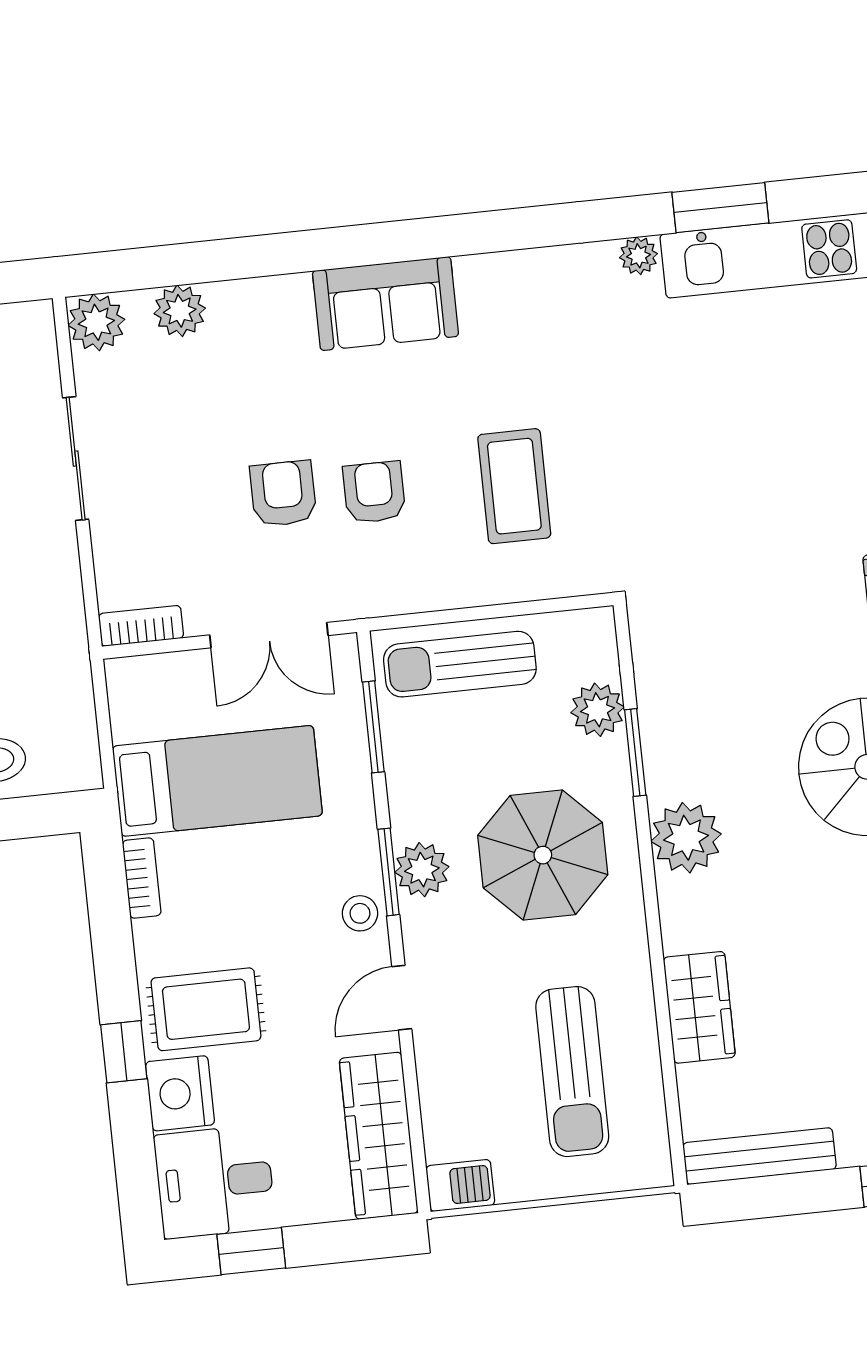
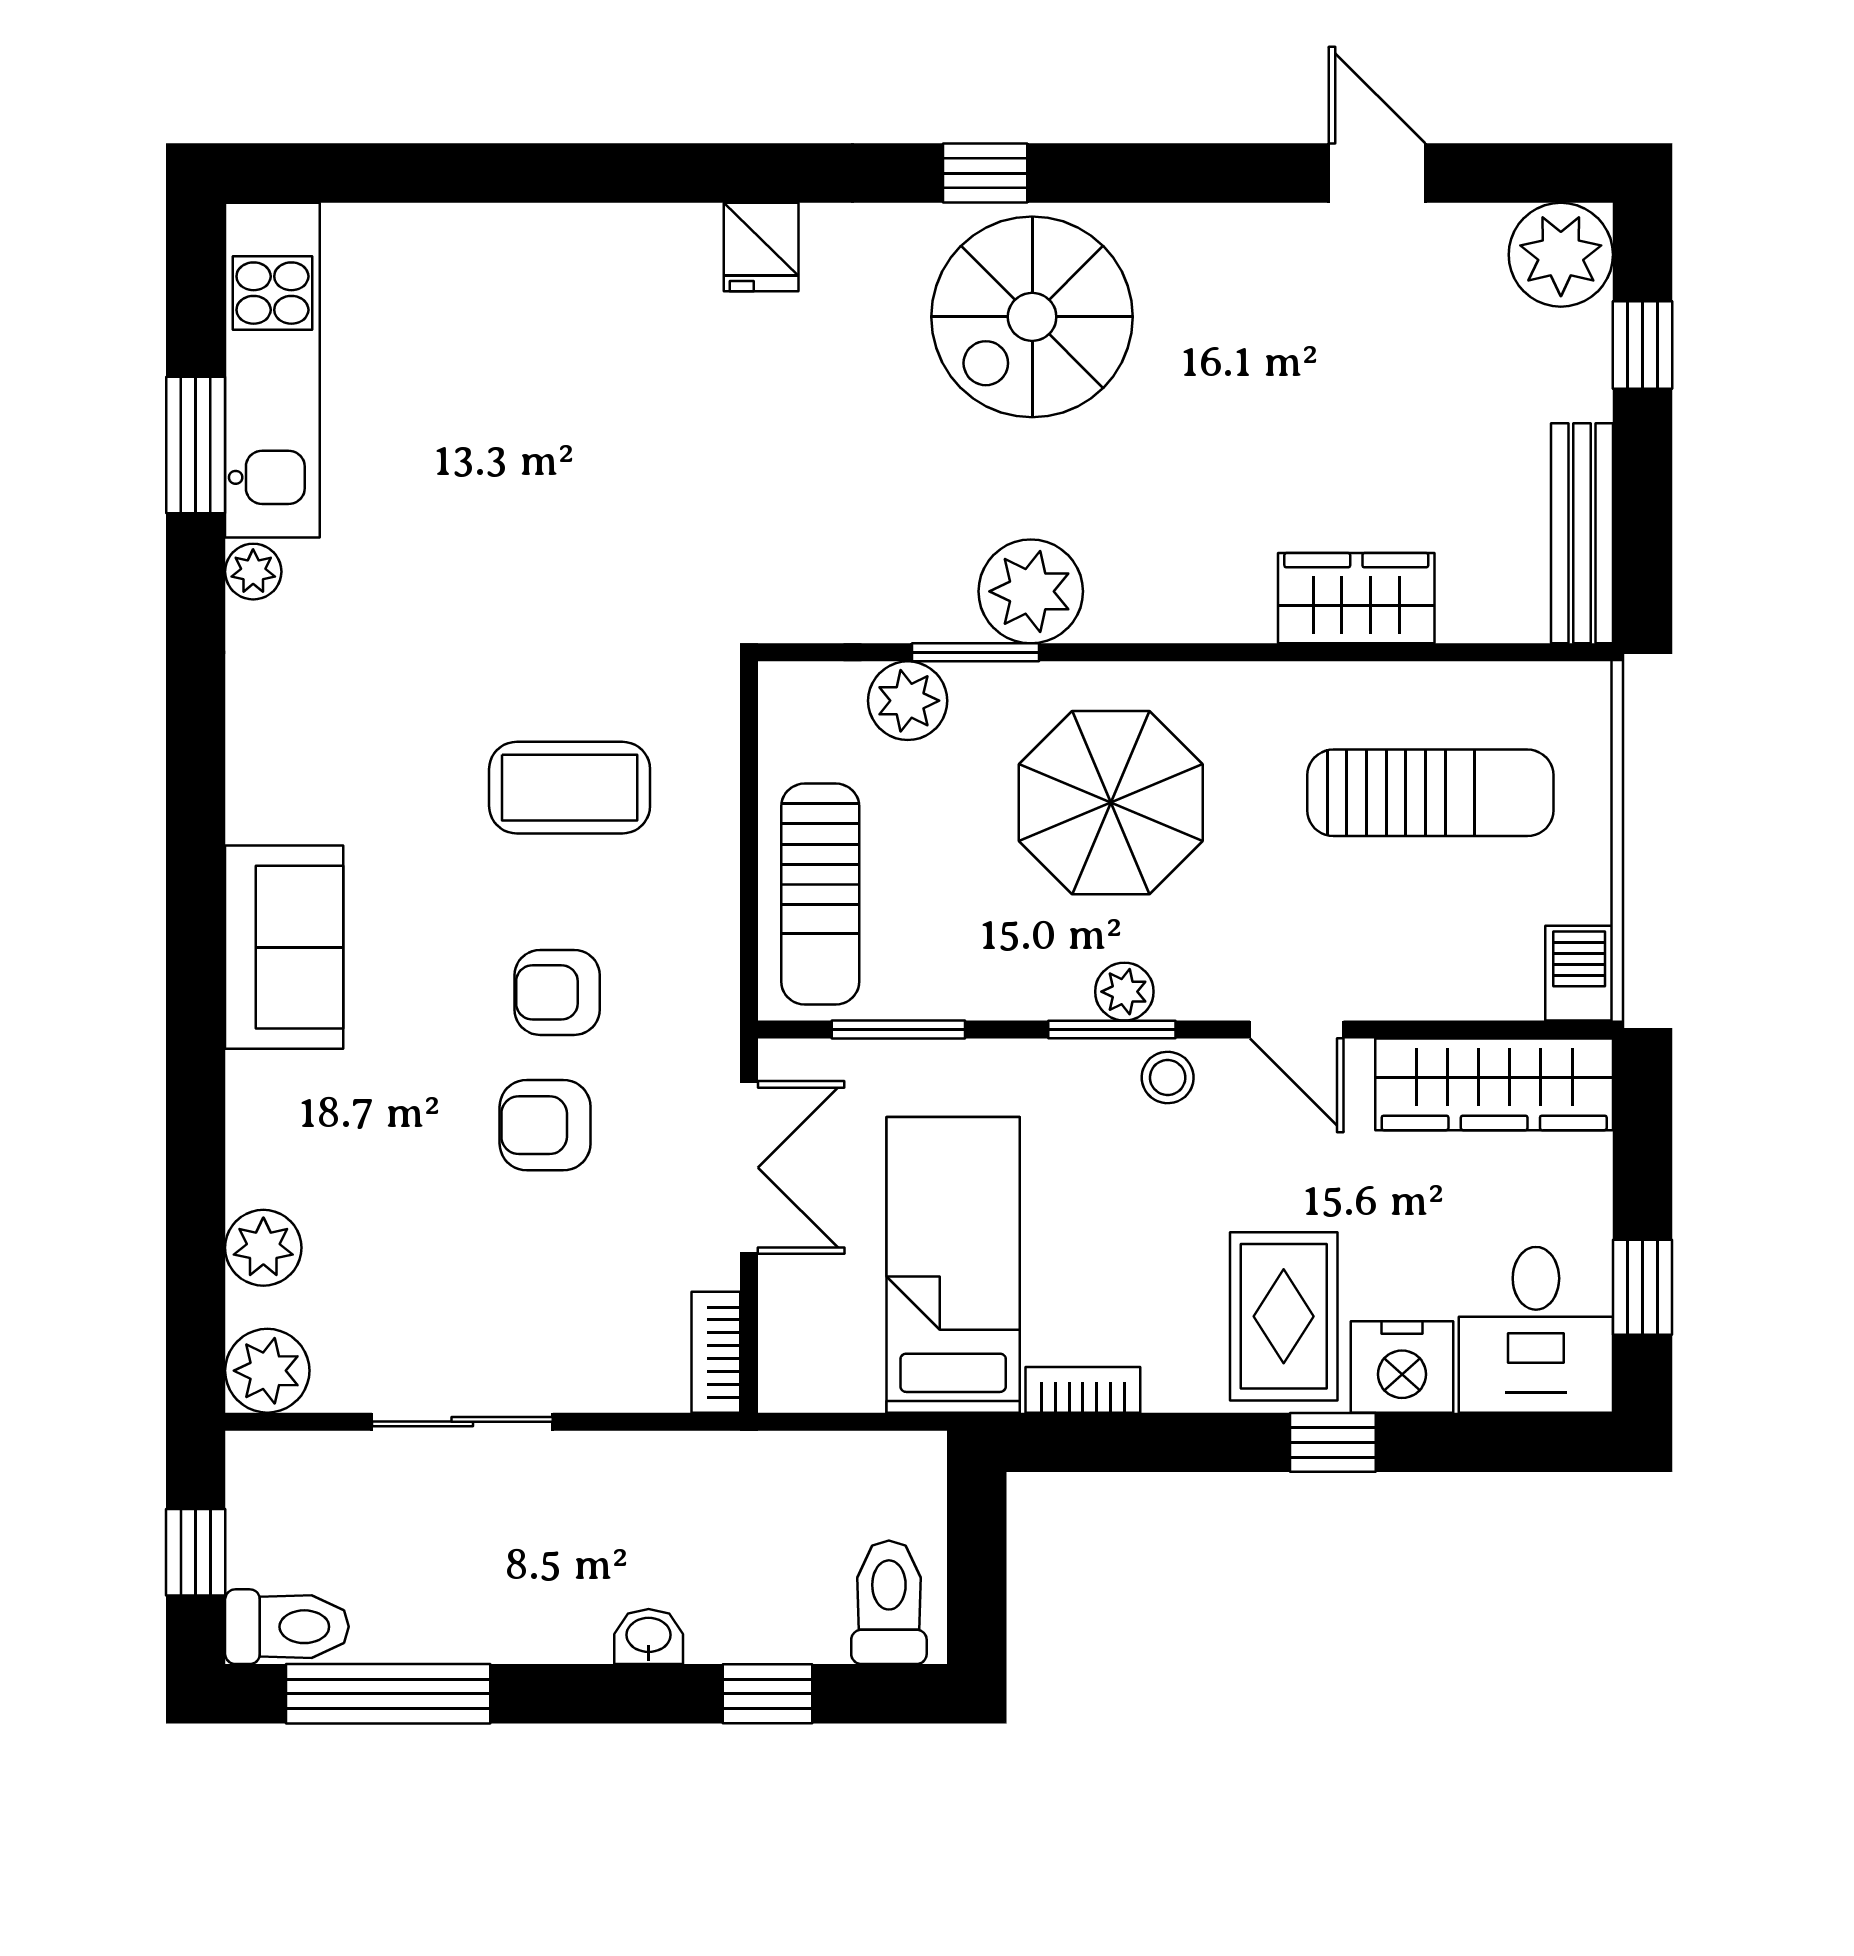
plant: (686, 838) -> (1031, 591), moved
plant: (422, 870) -> (1124, 992), width x0.73, depth x0.73

